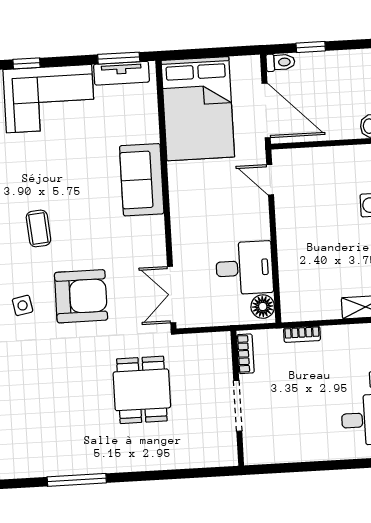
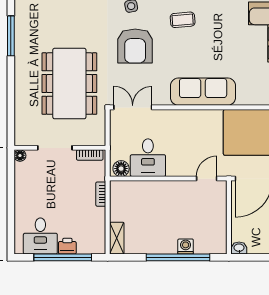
sofa: (142, 180) -> (203, 92), width x1.36
dining table: (142, 390) -> (69, 84), width x1.88, depth x1.24
floor lamp: (252, 456) -> (20, 156), added

